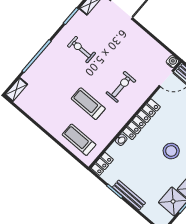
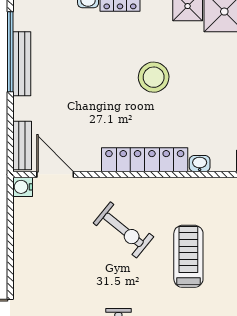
exercise bike: (121, 87) -> (123, 230), turned -141
treadmill: (88, 104) -> (188, 256), turned 180

